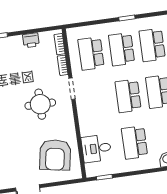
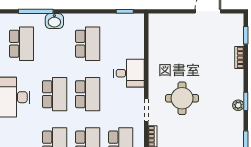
desk: (96, 148) -> (129, 73), moved
armchair: (55, 155) -> (174, 42), removed

